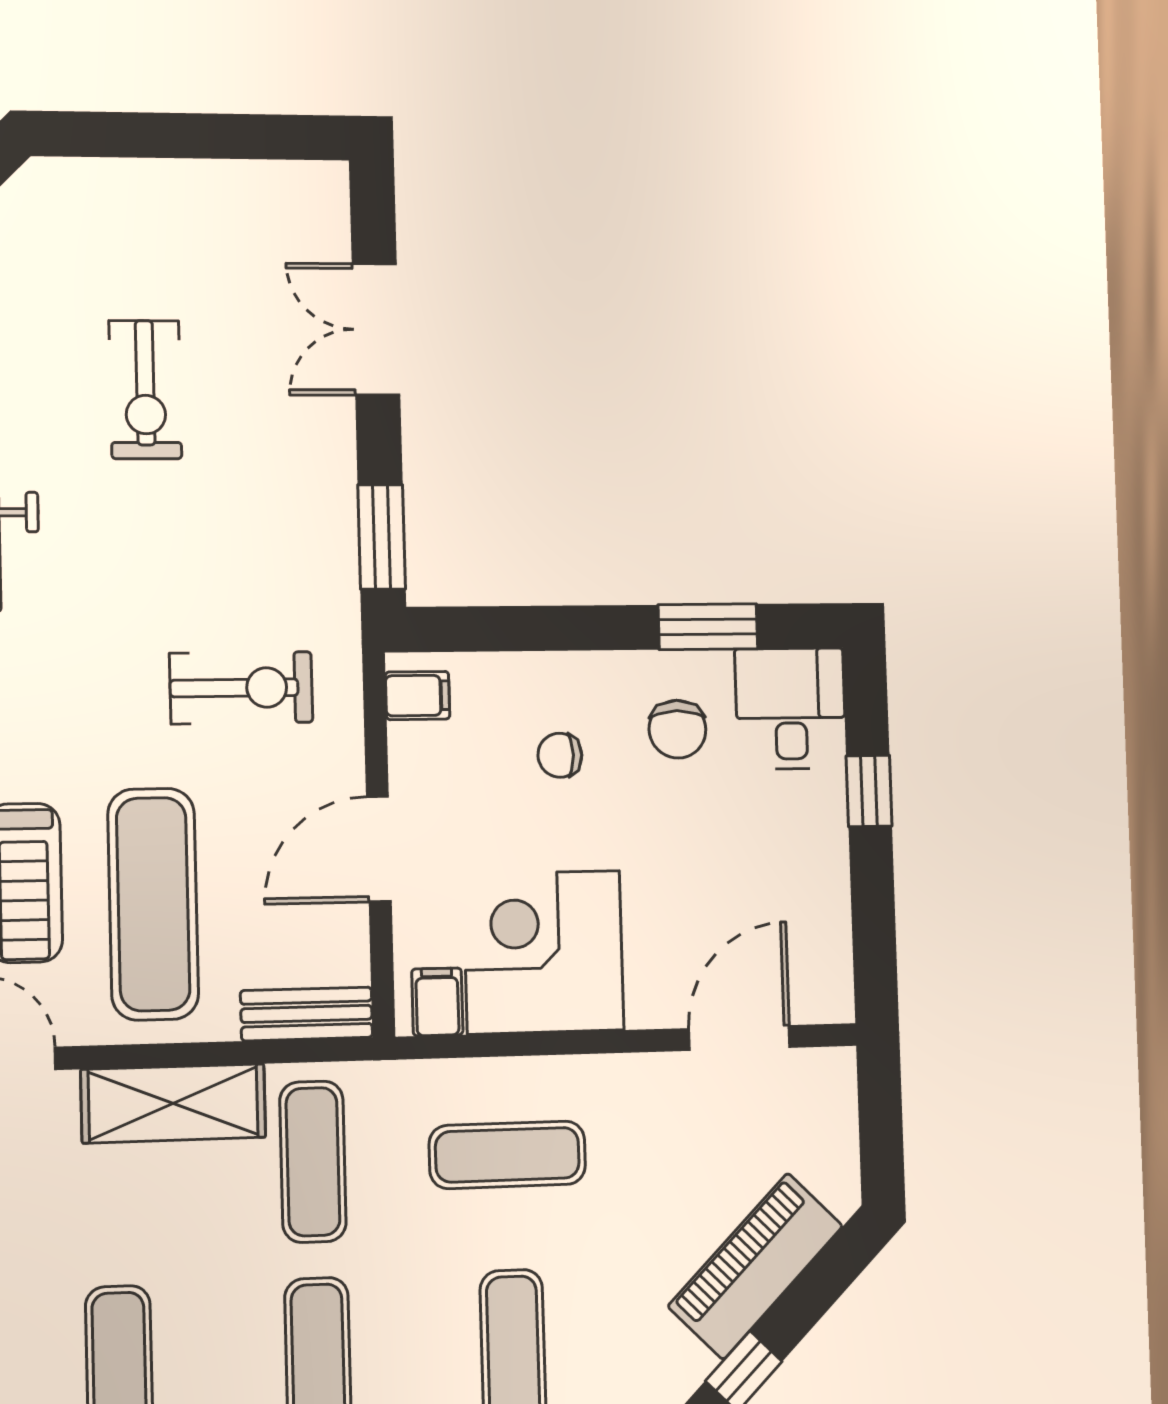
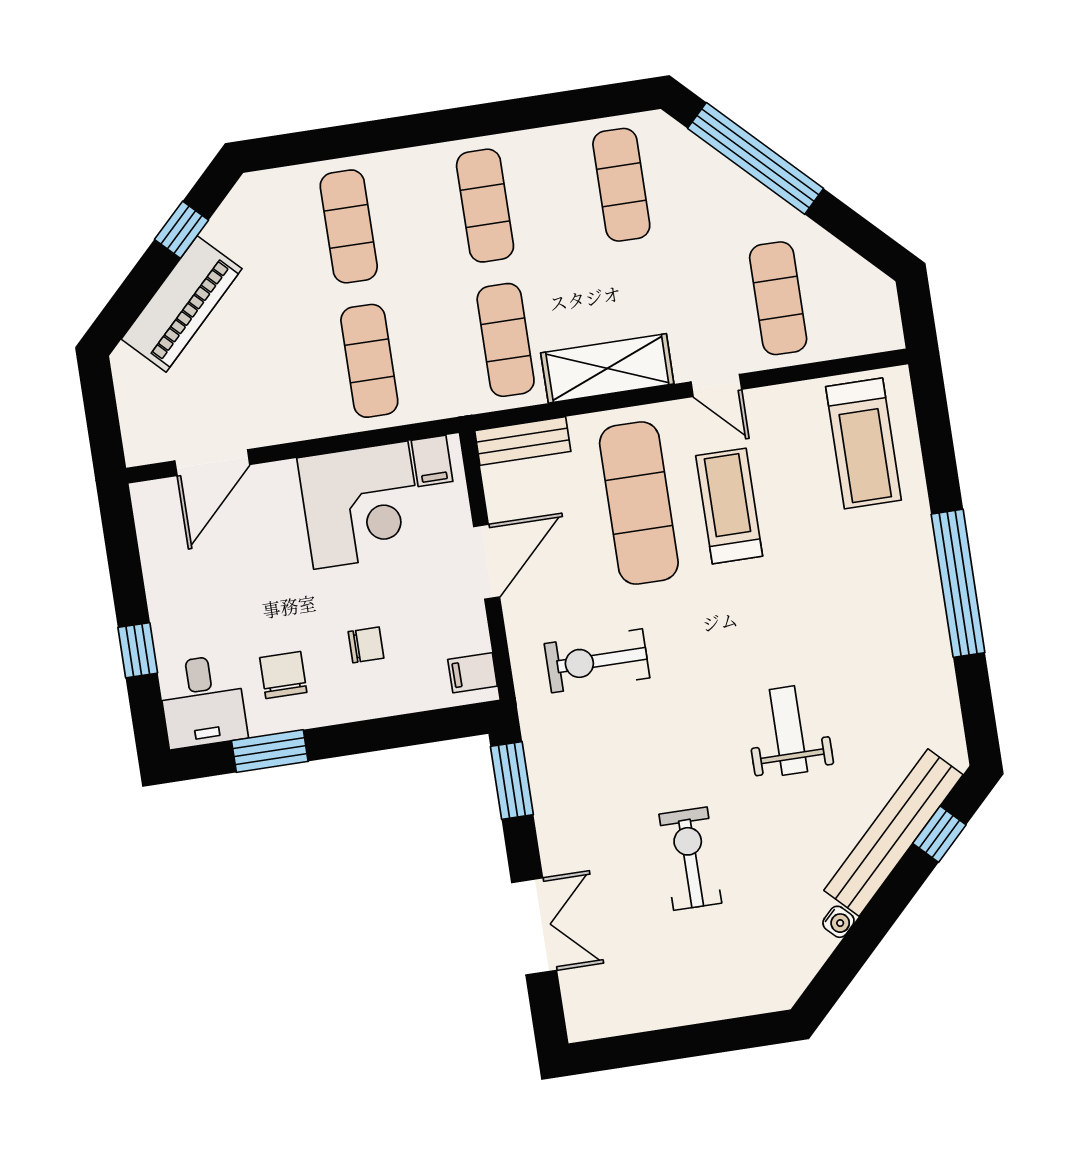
exercise mat: (507, 1155) -> (369, 361), turned 90

